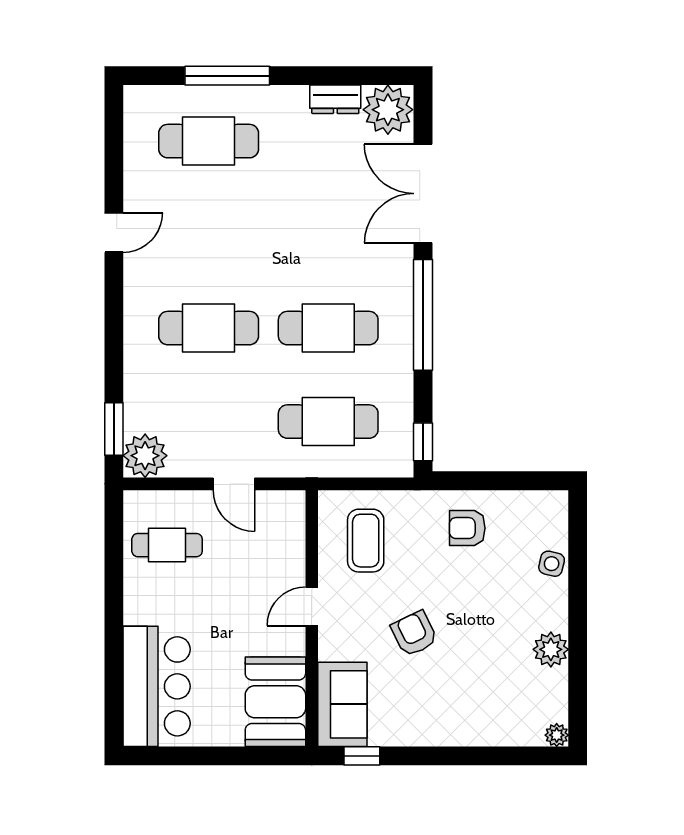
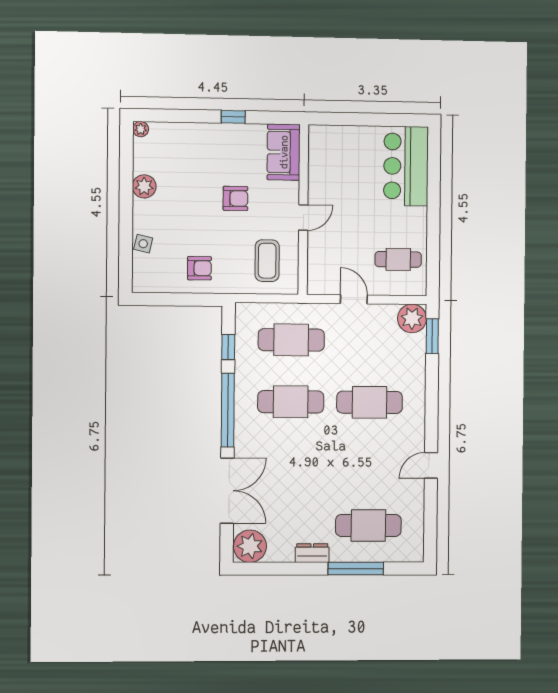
dresser: (335, 99) -> (312, 553), moved
window: (423, 442) -> (228, 347), moved
armchair: (414, 634) -> (235, 198), turned -64
booth: (275, 702) -> (328, 155), removed
window: (362, 756) -> (233, 117), moved

